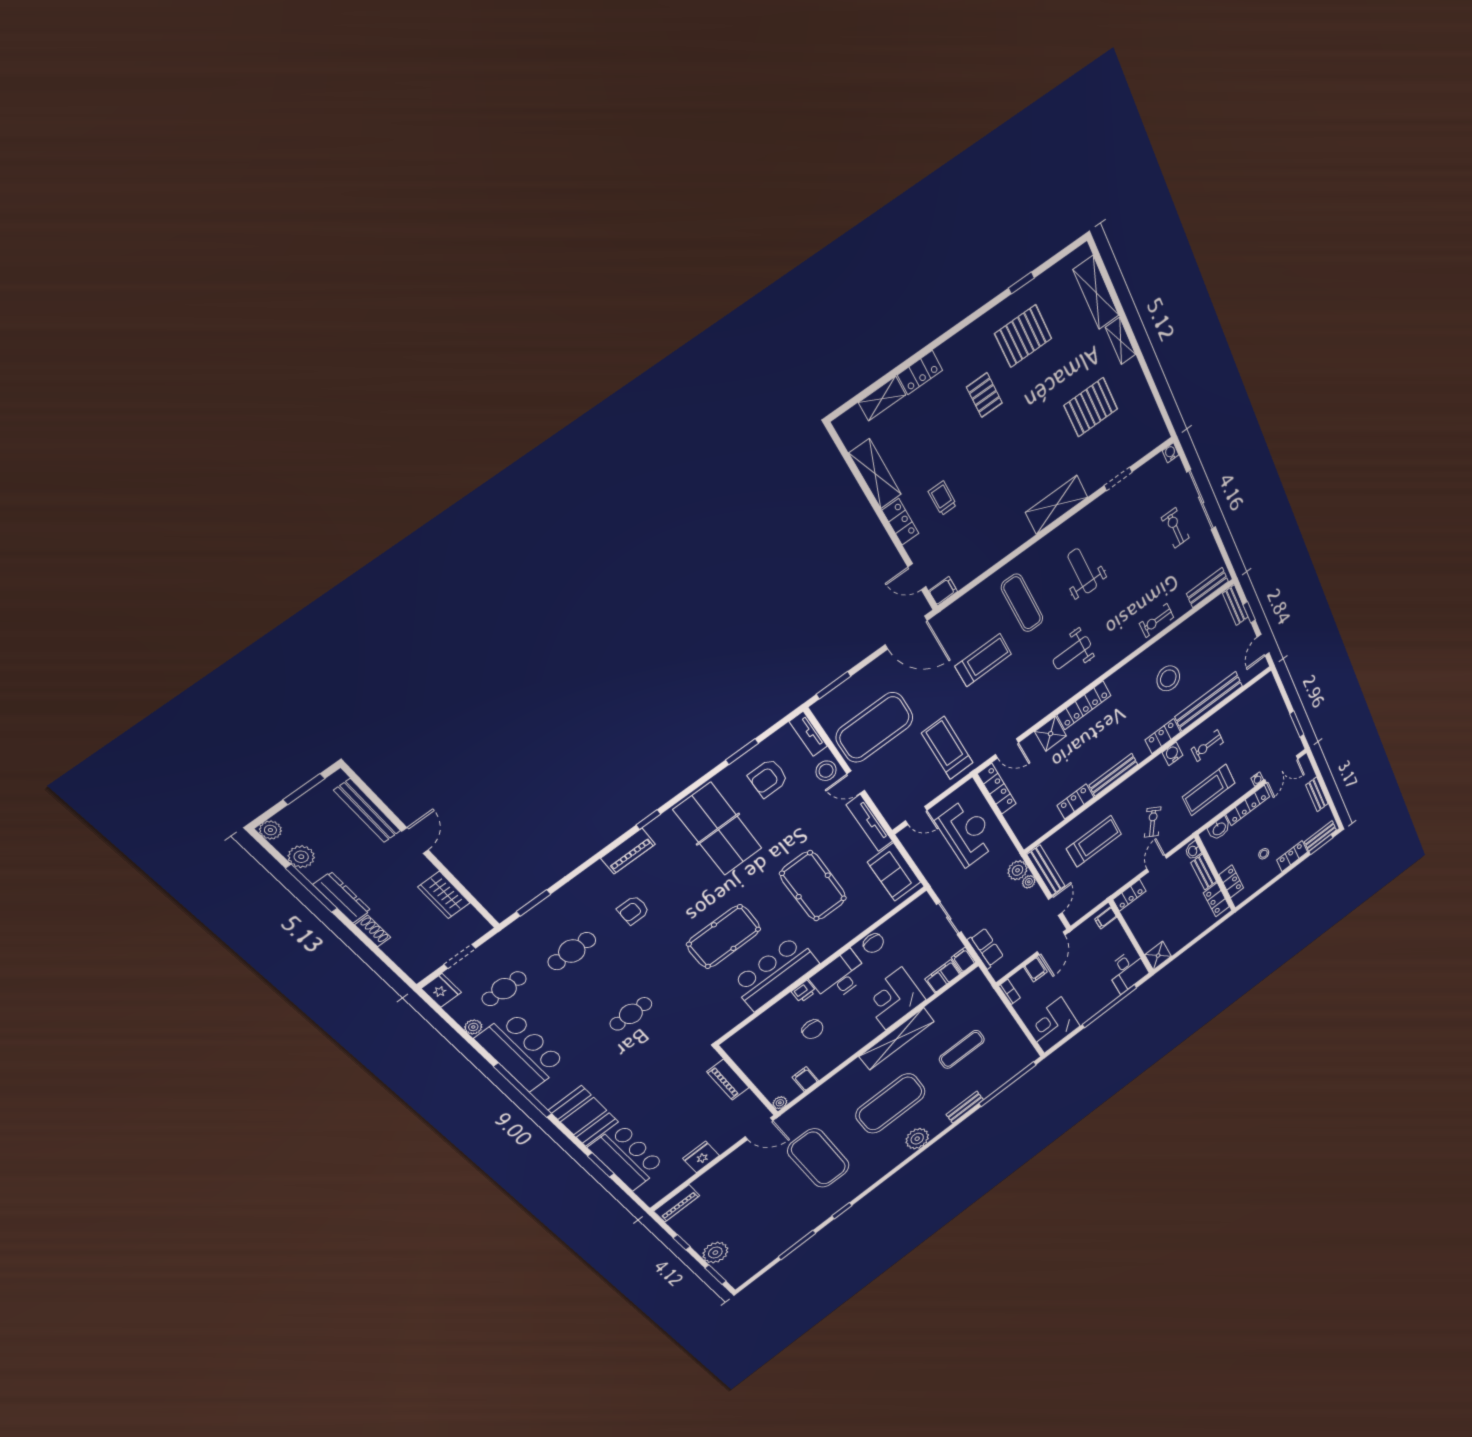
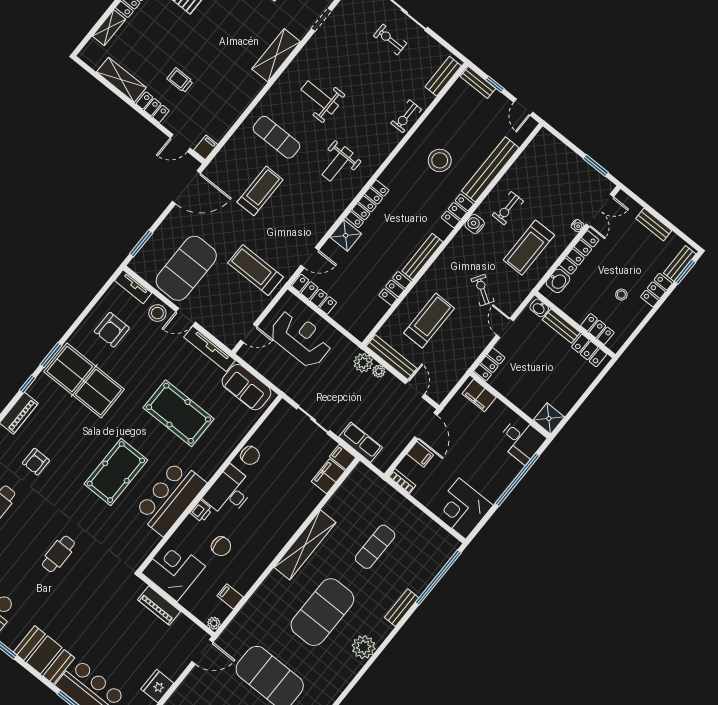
window: (742, 752) -> (51, 355), moved
filing cabinet: (1106, 918) -> (479, 395), width x2.00
corner desk: (894, 999) -> (173, 570), moved, turned 90

